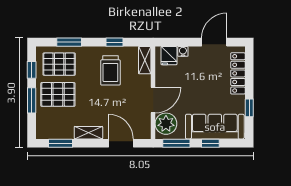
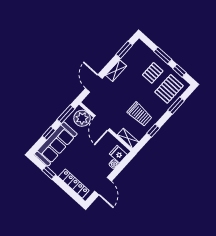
trolley: (110, 70) -> (140, 114), turned 180
pallet: (58, 94) -> (153, 73), width x0.67, depth x0.71
door: (121, 143) -> (94, 83), swing flipped

